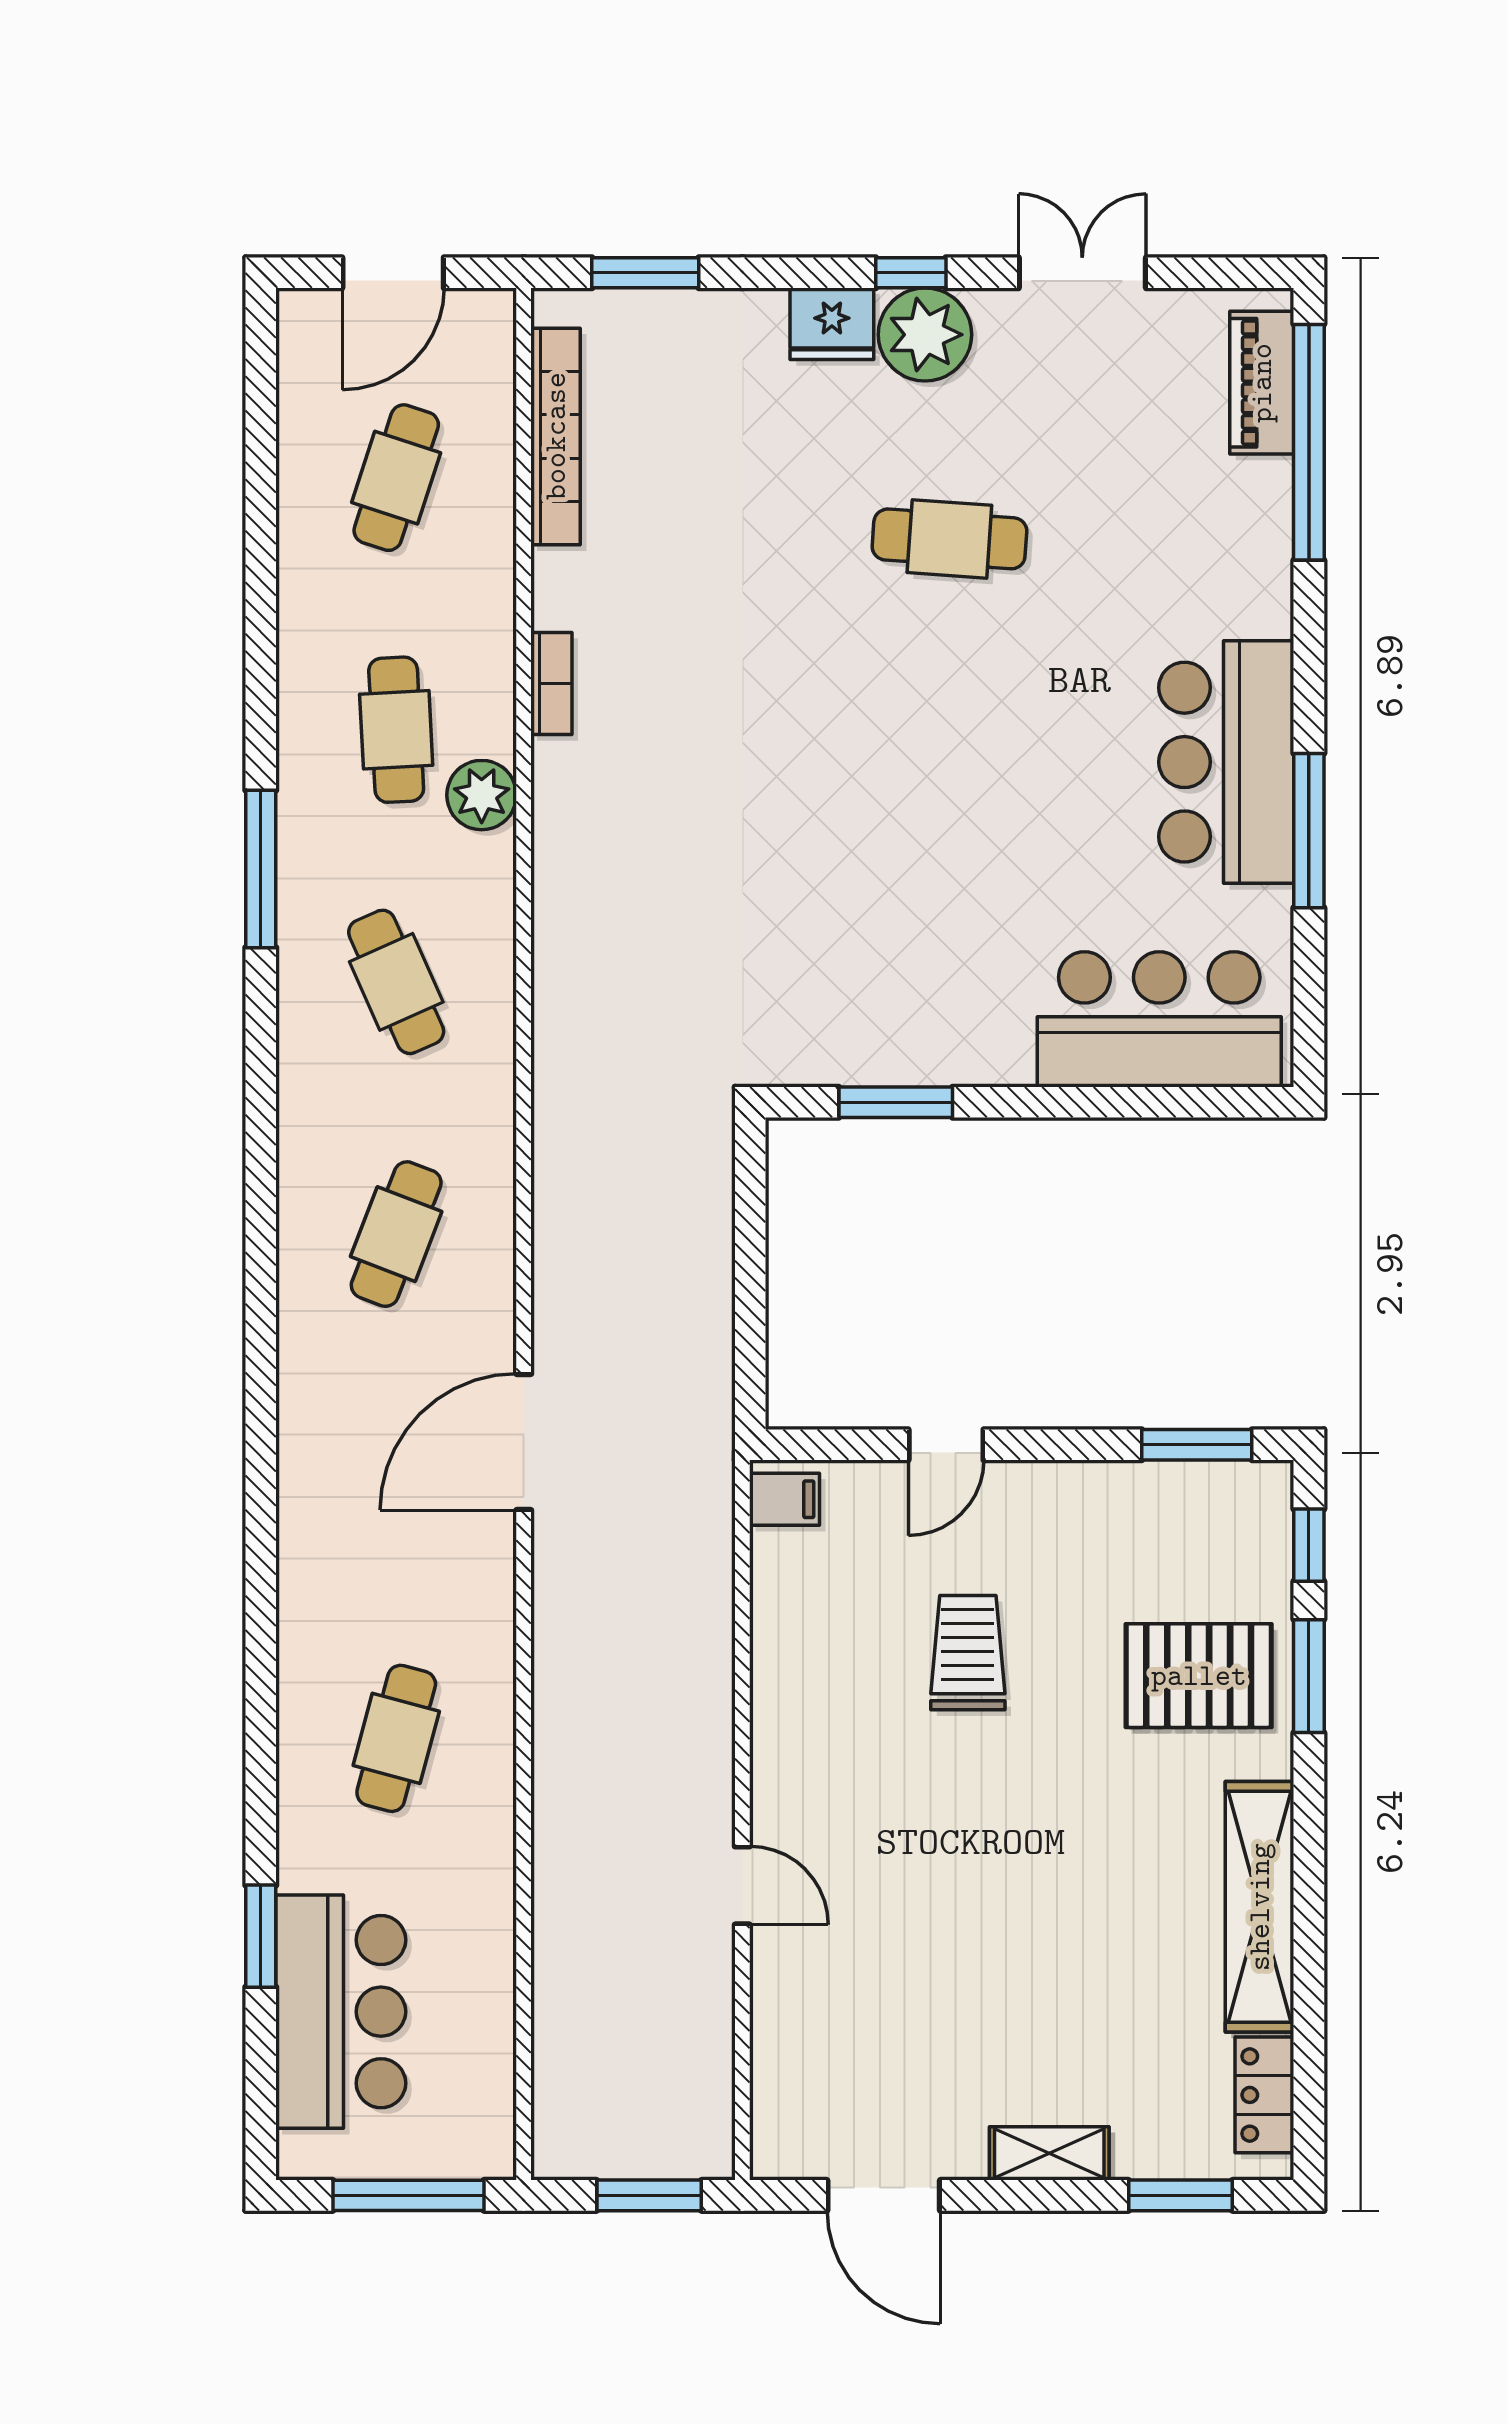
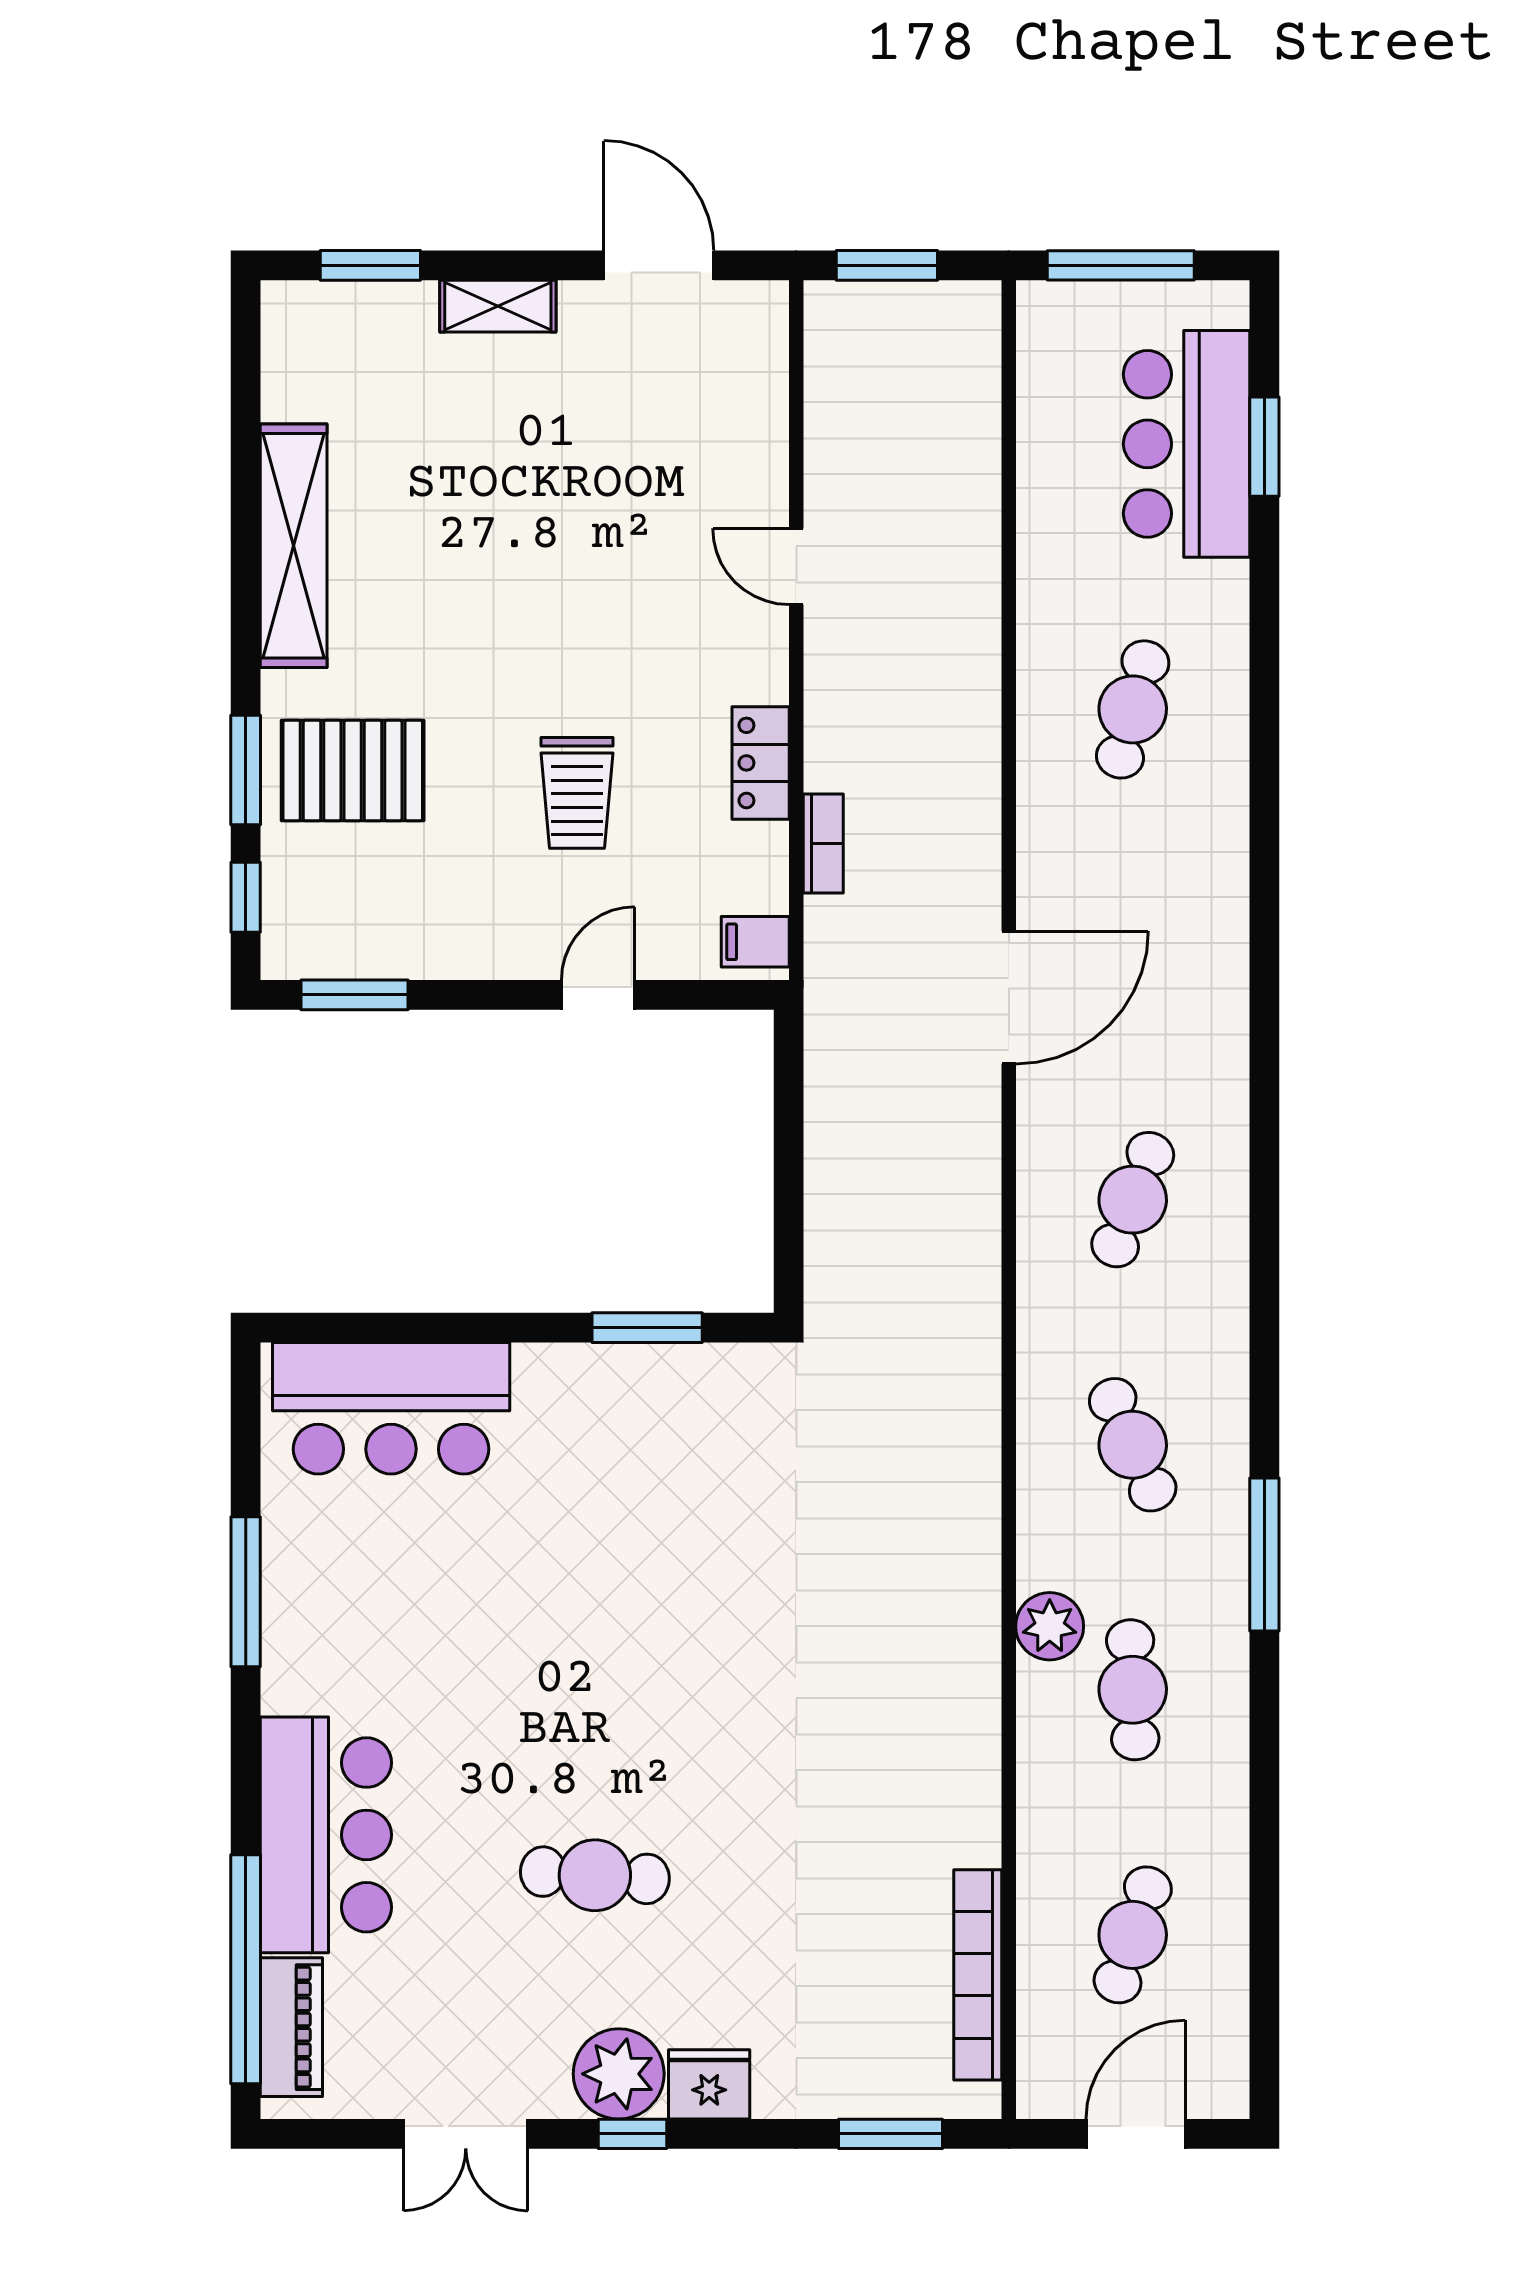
bookcase: (551, 684) -> (823, 844), moved, turned 180
bar counter: (1226, 762) -> (326, 1835), moved
window: (261, 1936) -> (1264, 447), moved
locker: (1264, 2095) -> (761, 763), moved, turned 180

